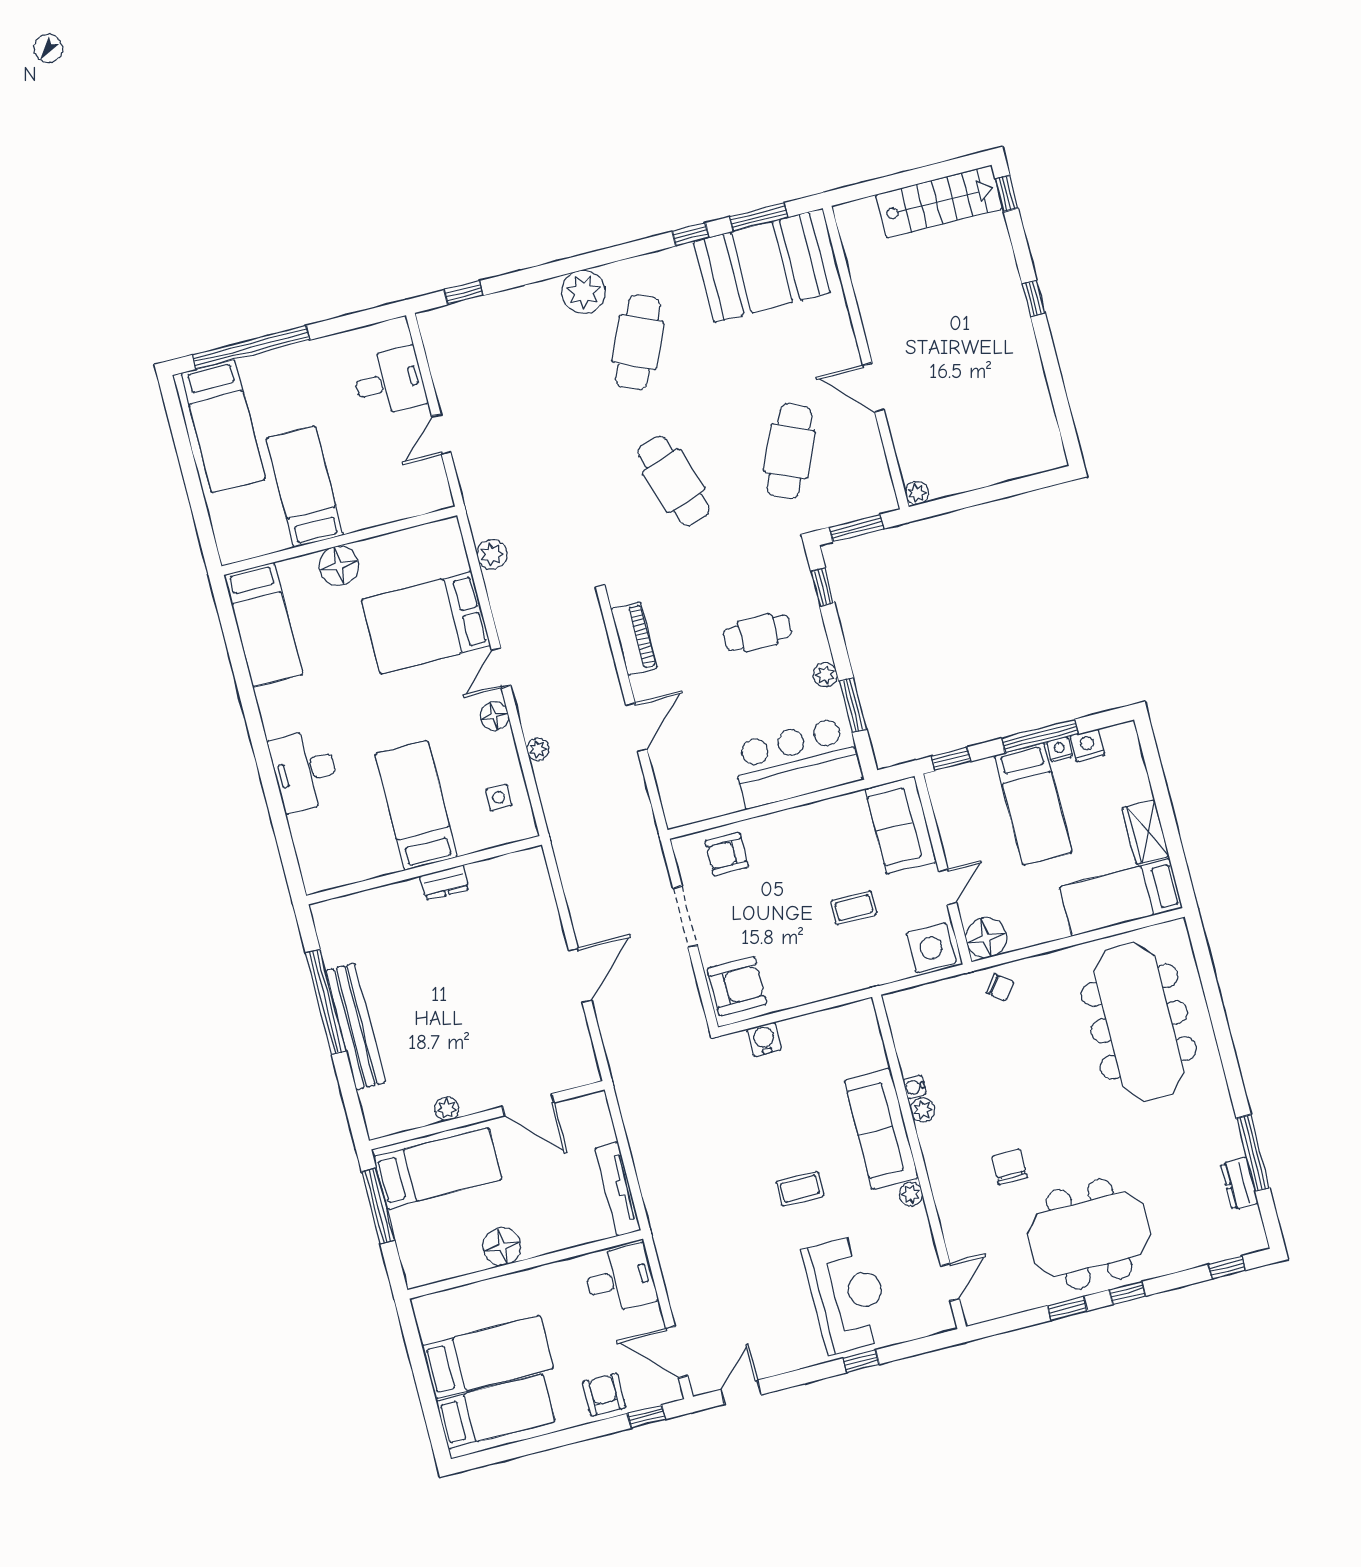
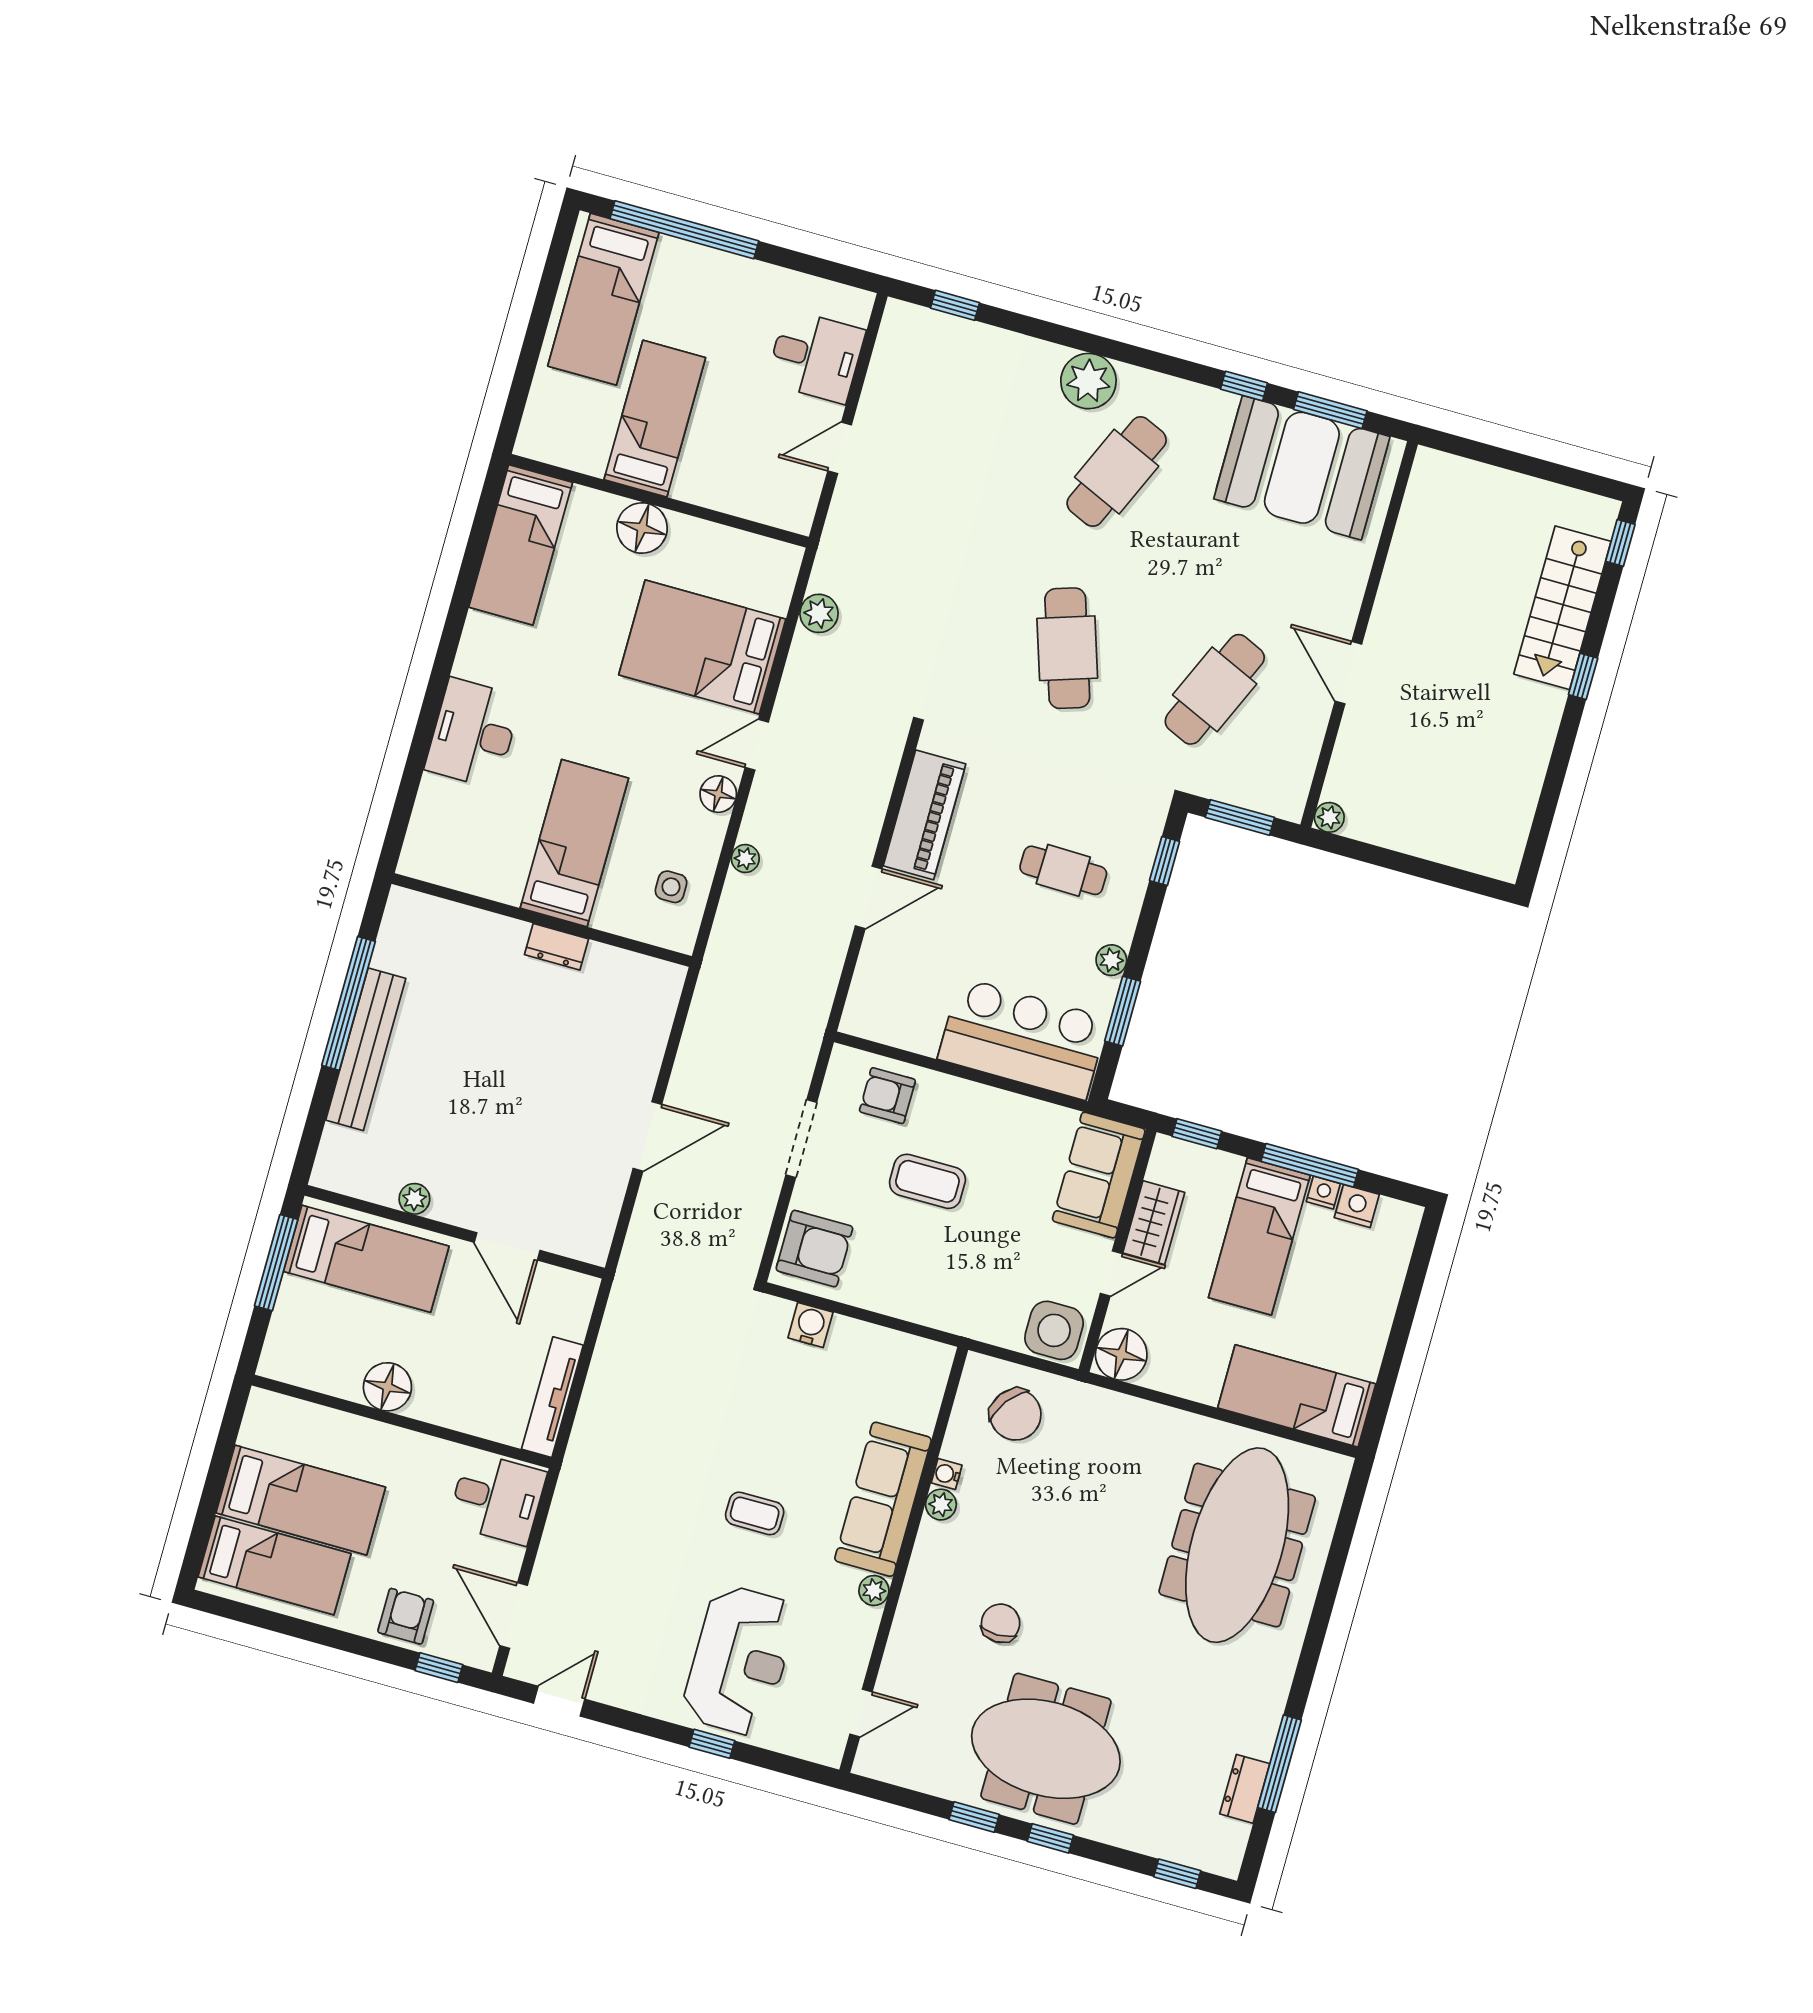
stairs: (939, 202) -> (1562, 608), moved, turned 90
piano: (634, 639) -> (925, 815), width x1.37, depth x1.33
wardrobe: (1146, 832) -> (1154, 1223), moved, turned 180
coffee table: (854, 908) -> (927, 1181), moved, width x1.36, depth x1.30
chair: (1000, 987) -> (1015, 1415), moved, width x1.87, depth x1.87

